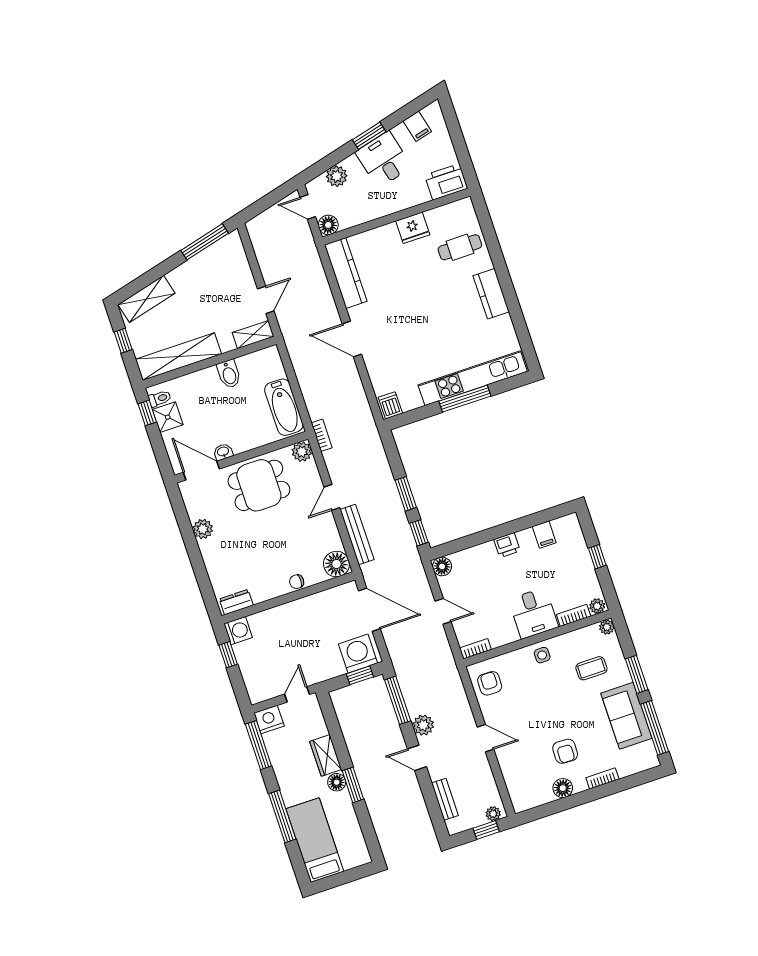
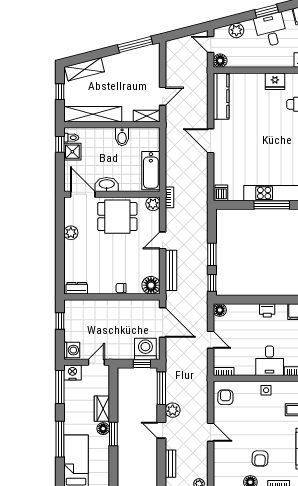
washbasin: (223, 452) -> (107, 184), width x1.91, depth x1.45
washing machine: (238, 631) -> (72, 350), moved

